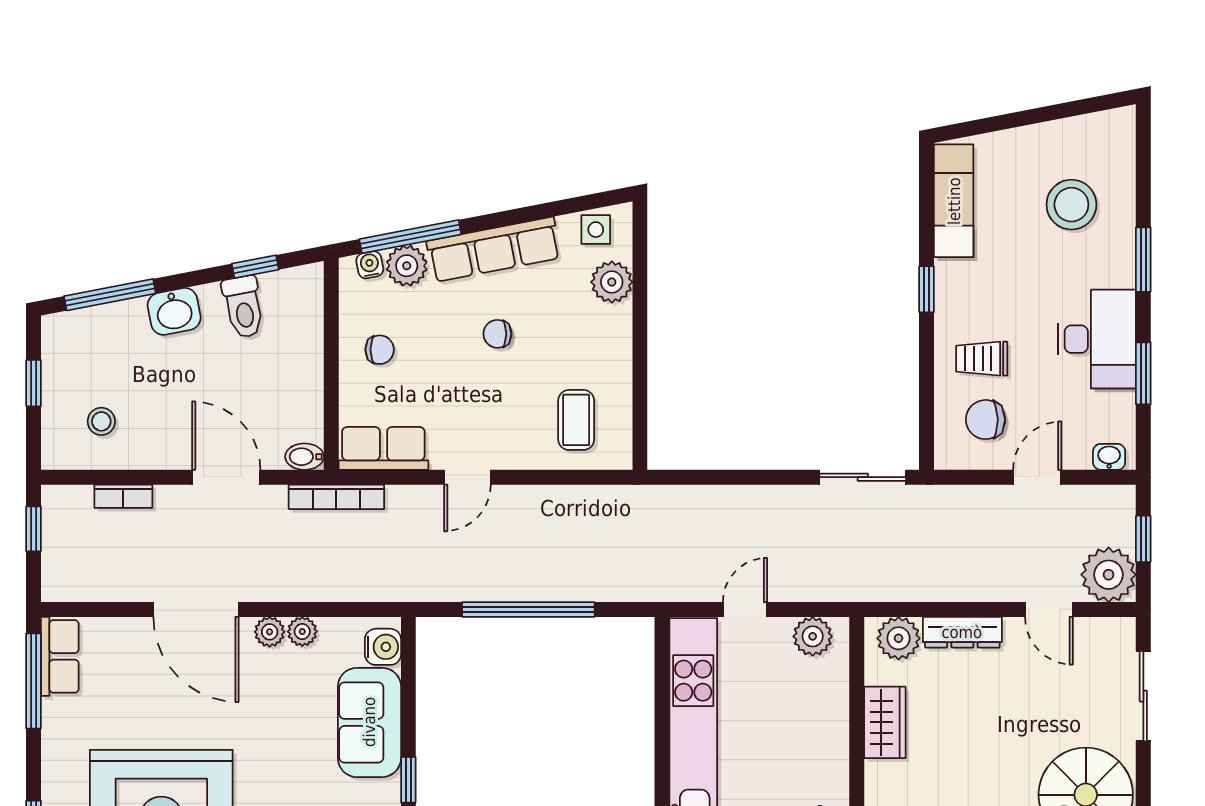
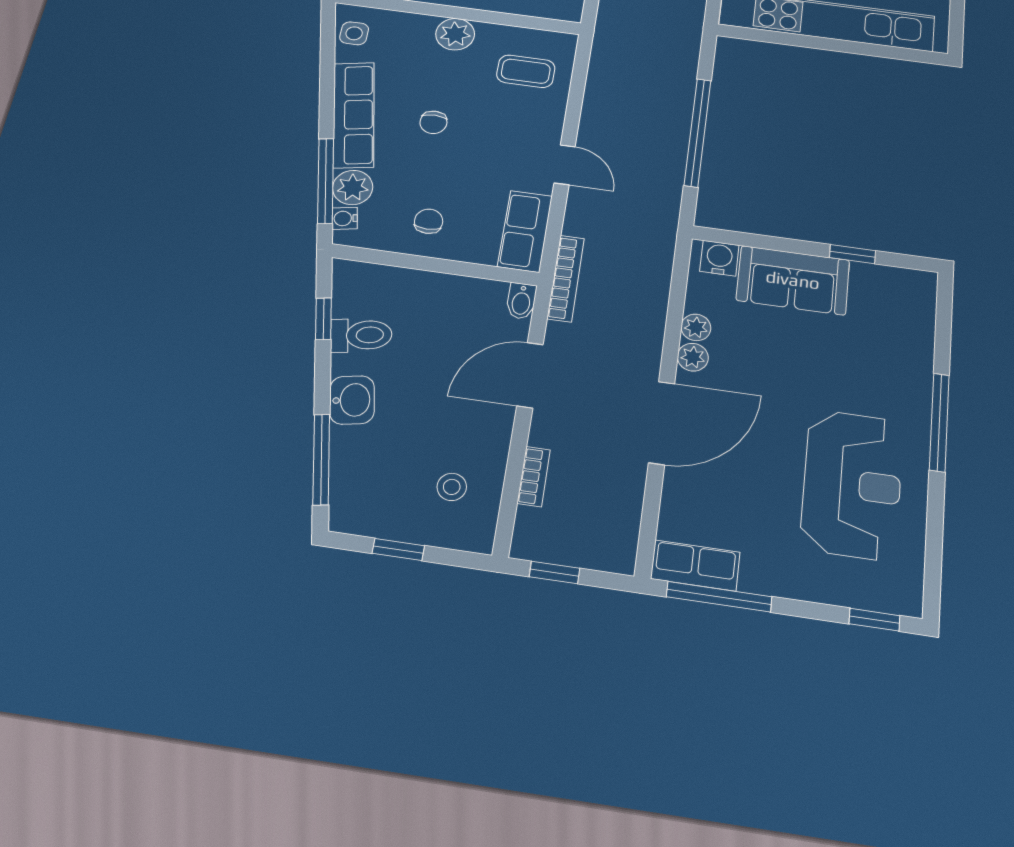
plant: (612, 282) -> (455, 34), moved

